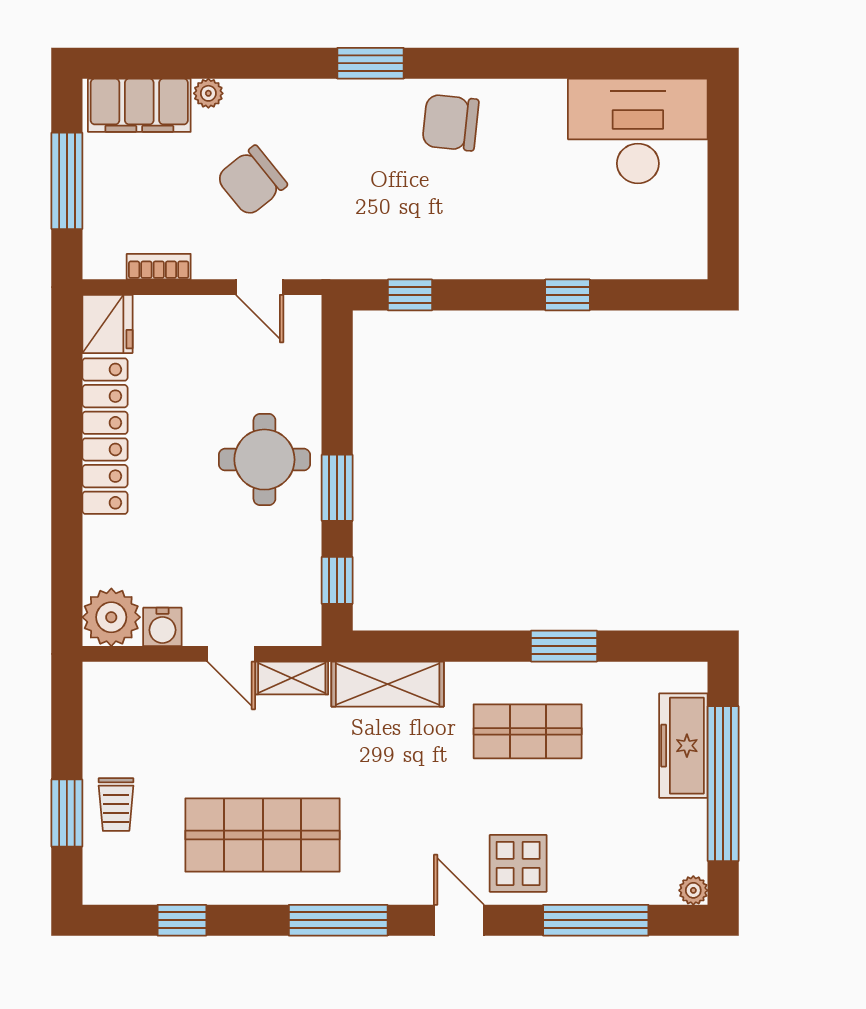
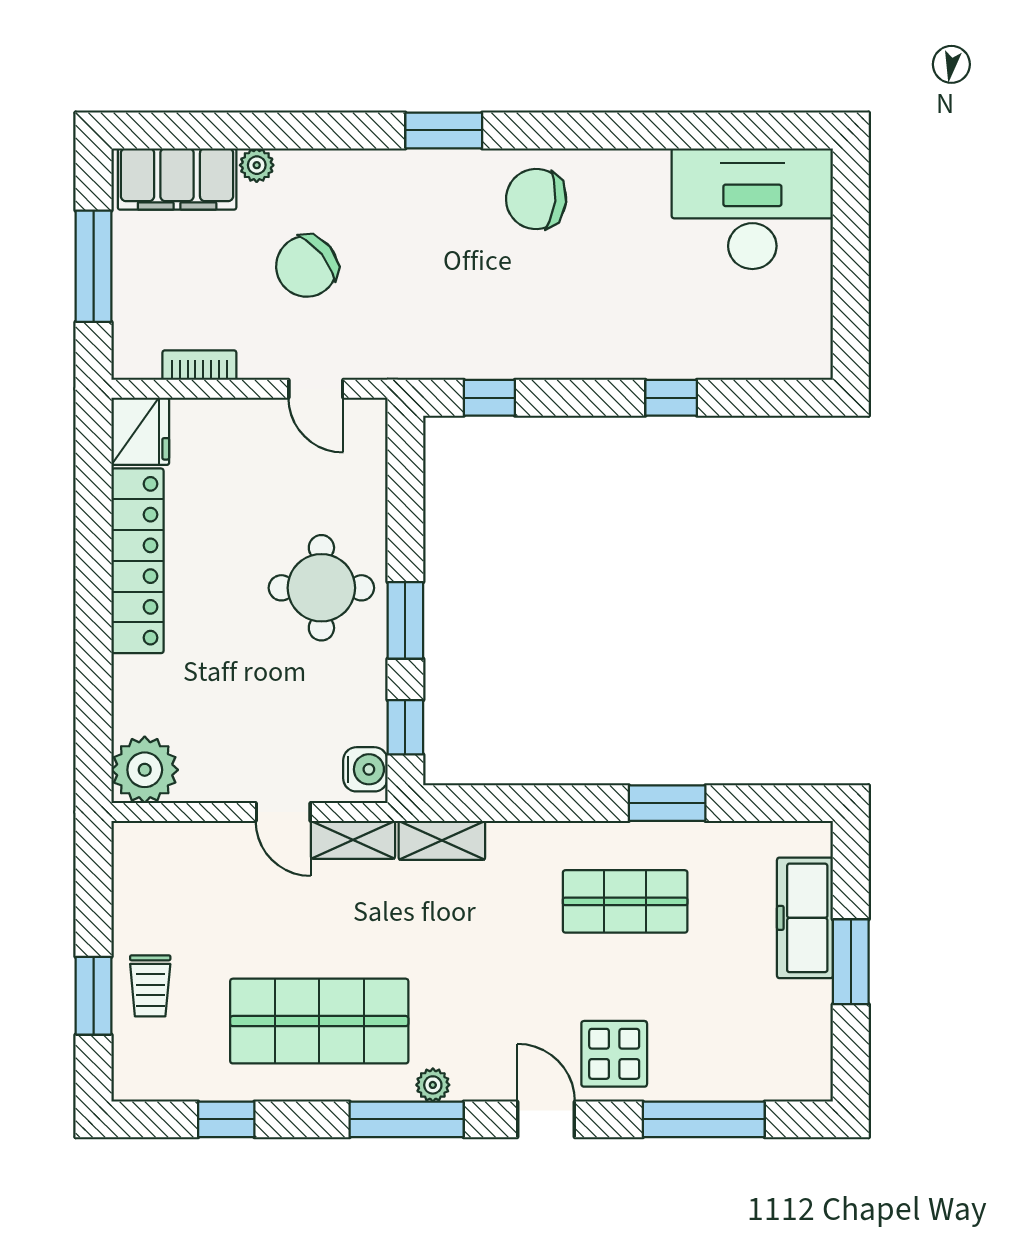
water cooler: (162, 627) -> (365, 769), moved, turned -90
shelving: (388, 684) -> (442, 840), width x0.67, depth x0.75
window: (723, 784) -> (851, 962), width x0.47
plant: (693, 890) -> (433, 1085), moved

